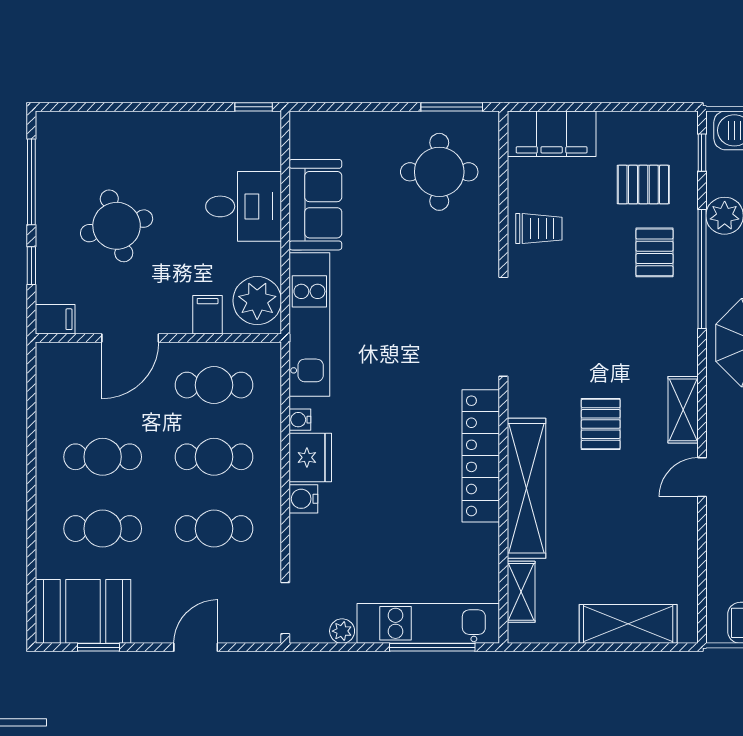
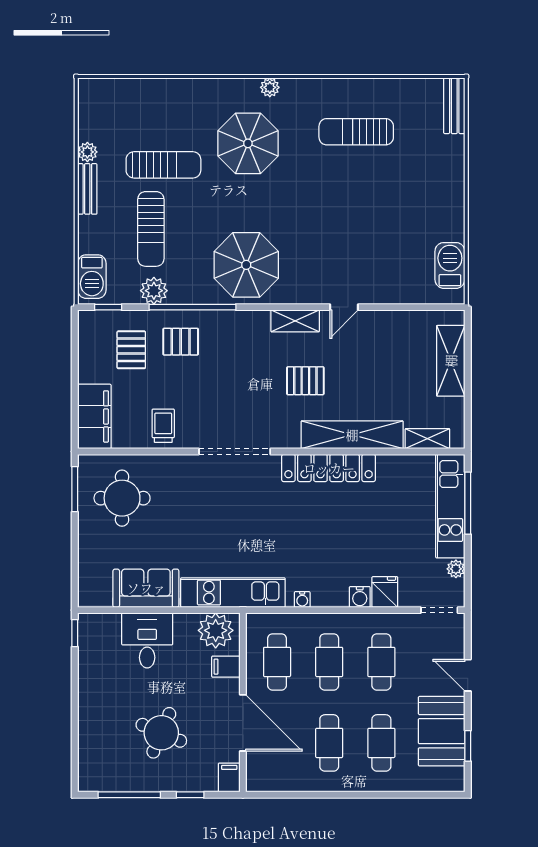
round table: (117, 226) -> (161, 733), turned 38
door: (130, 338) -> (243, 723), width x1.36
fridge: (310, 457) -> (385, 592), moved, width x0.72
door: (702, 477) -> (344, 307), hinge flipped
booth: (83, 611) -> (442, 731), moved

